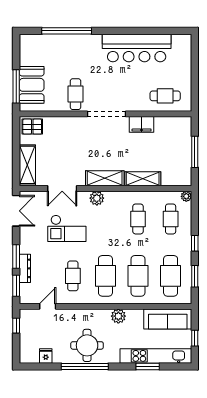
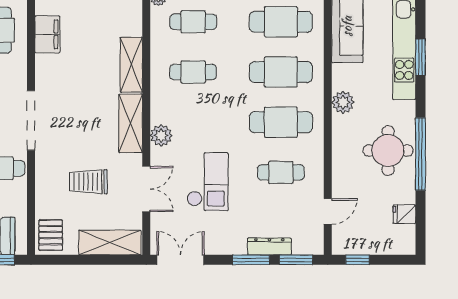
filing cabinet: (142, 124) -> (47, 34), moved
trolley: (67, 151) -> (88, 182), added
door: (48, 306) -> (328, 211), swing flipped

